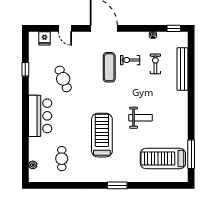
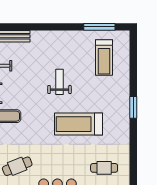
treadmill: (163, 158) -> (104, 58), width x0.73, depth x0.73

